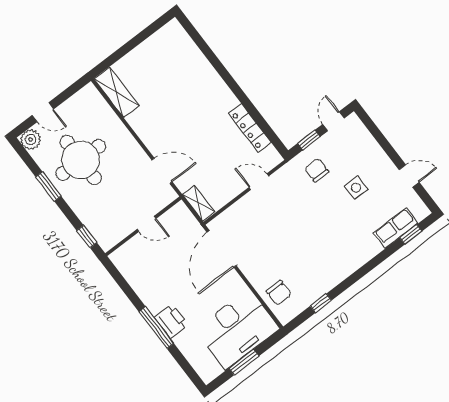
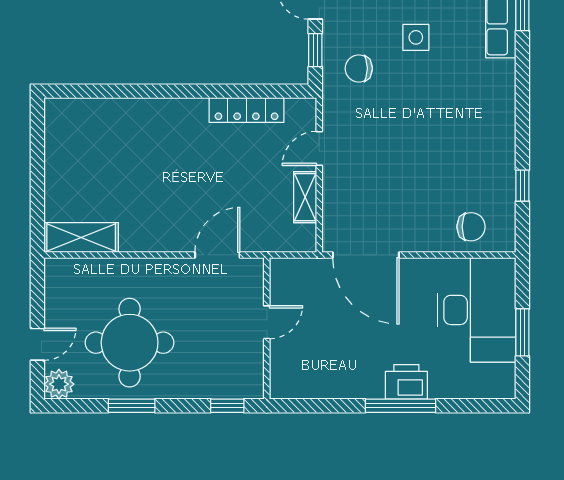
shelving: (198, 203) -> (305, 197), moved, turned 90

